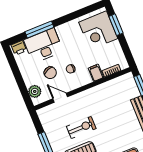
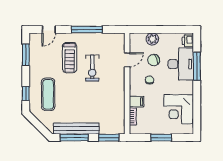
window: (116, 25) -> (161, 138), moved
corner desk: (98, 30) -> (179, 109), moved, turned -90
plant: (35, 91) -> (152, 39), moved

